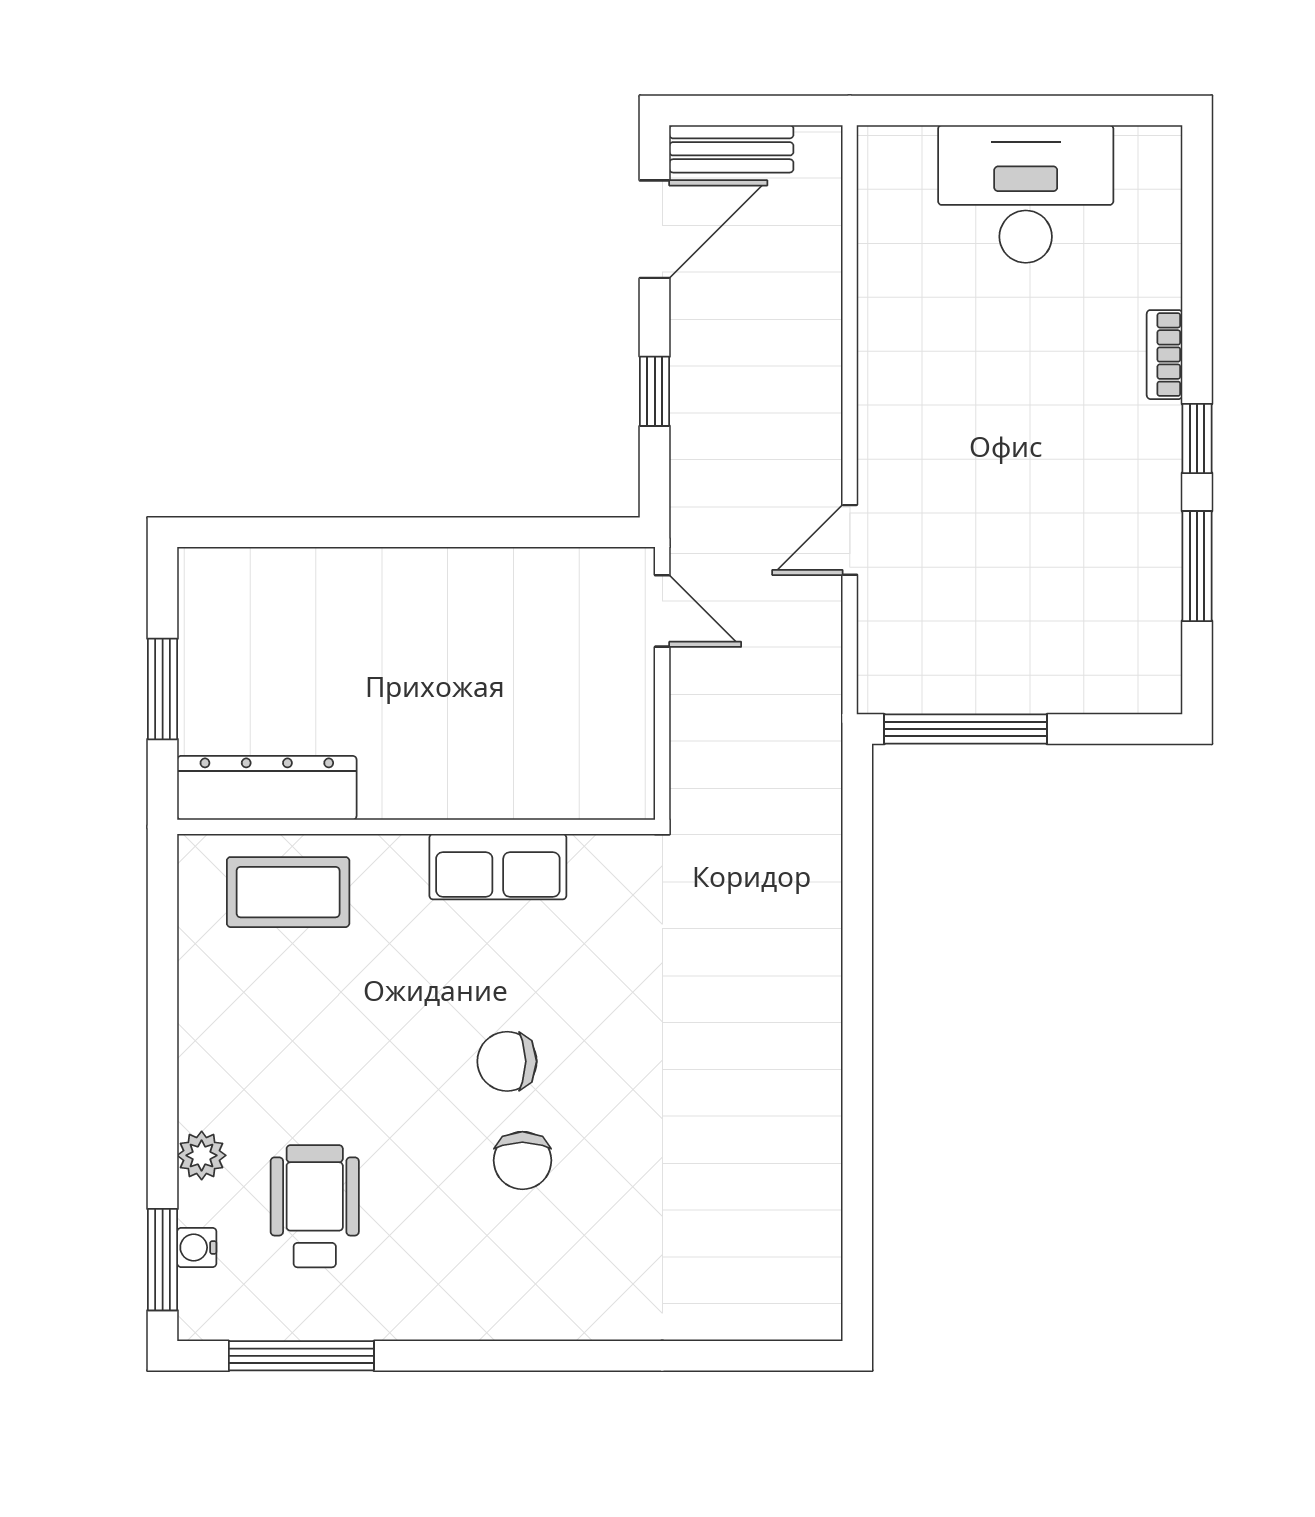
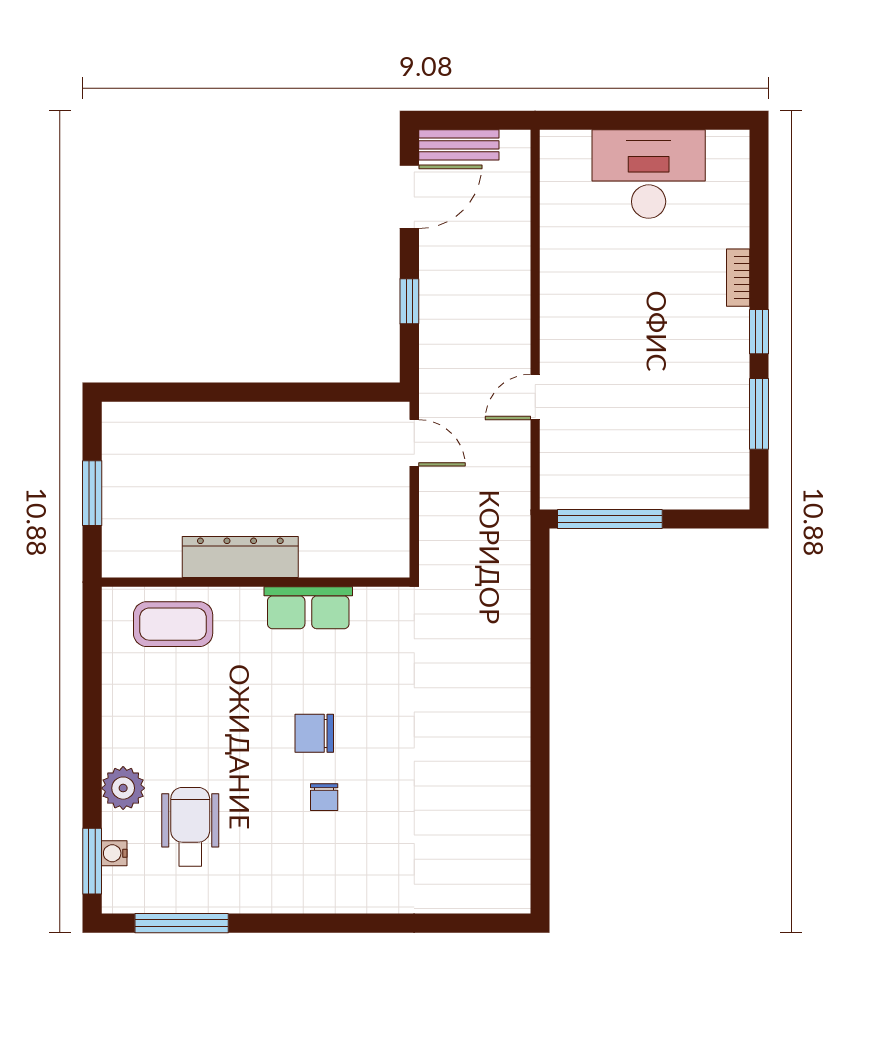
dresser: (267, 788) -> (240, 557), moved
plant: (202, 1155) -> (123, 788), width x1.38, depth x1.38
chair: (522, 1160) -> (324, 797), width x0.73, depth x0.73

